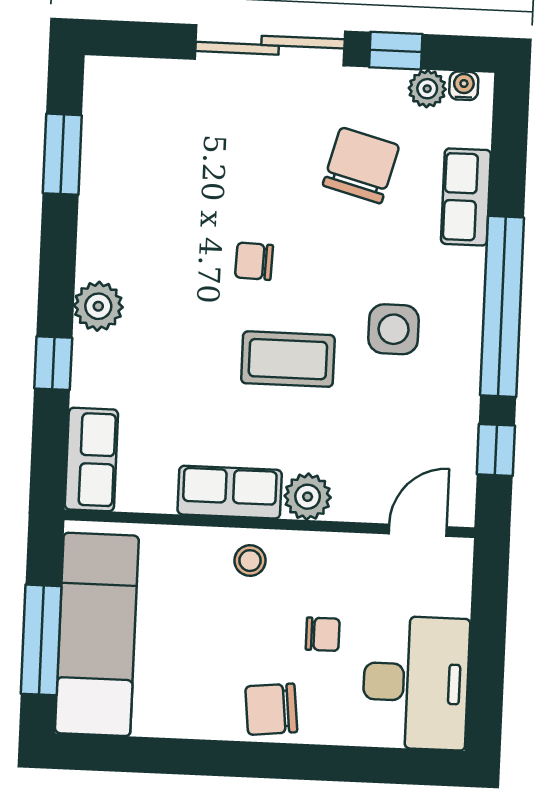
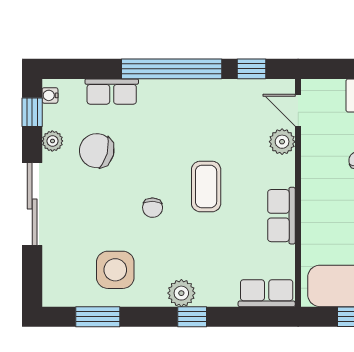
window: (396, 51) -> (32, 112), moved
plant: (427, 89) -> (52, 141), moved
side table: (394, 329) -> (115, 270), moved, width x1.37, depth x1.37
window: (53, 363) -> (192, 317), moved
plant: (308, 497) -> (282, 142), moved
stool: (250, 561) -> (319, 203), removed

